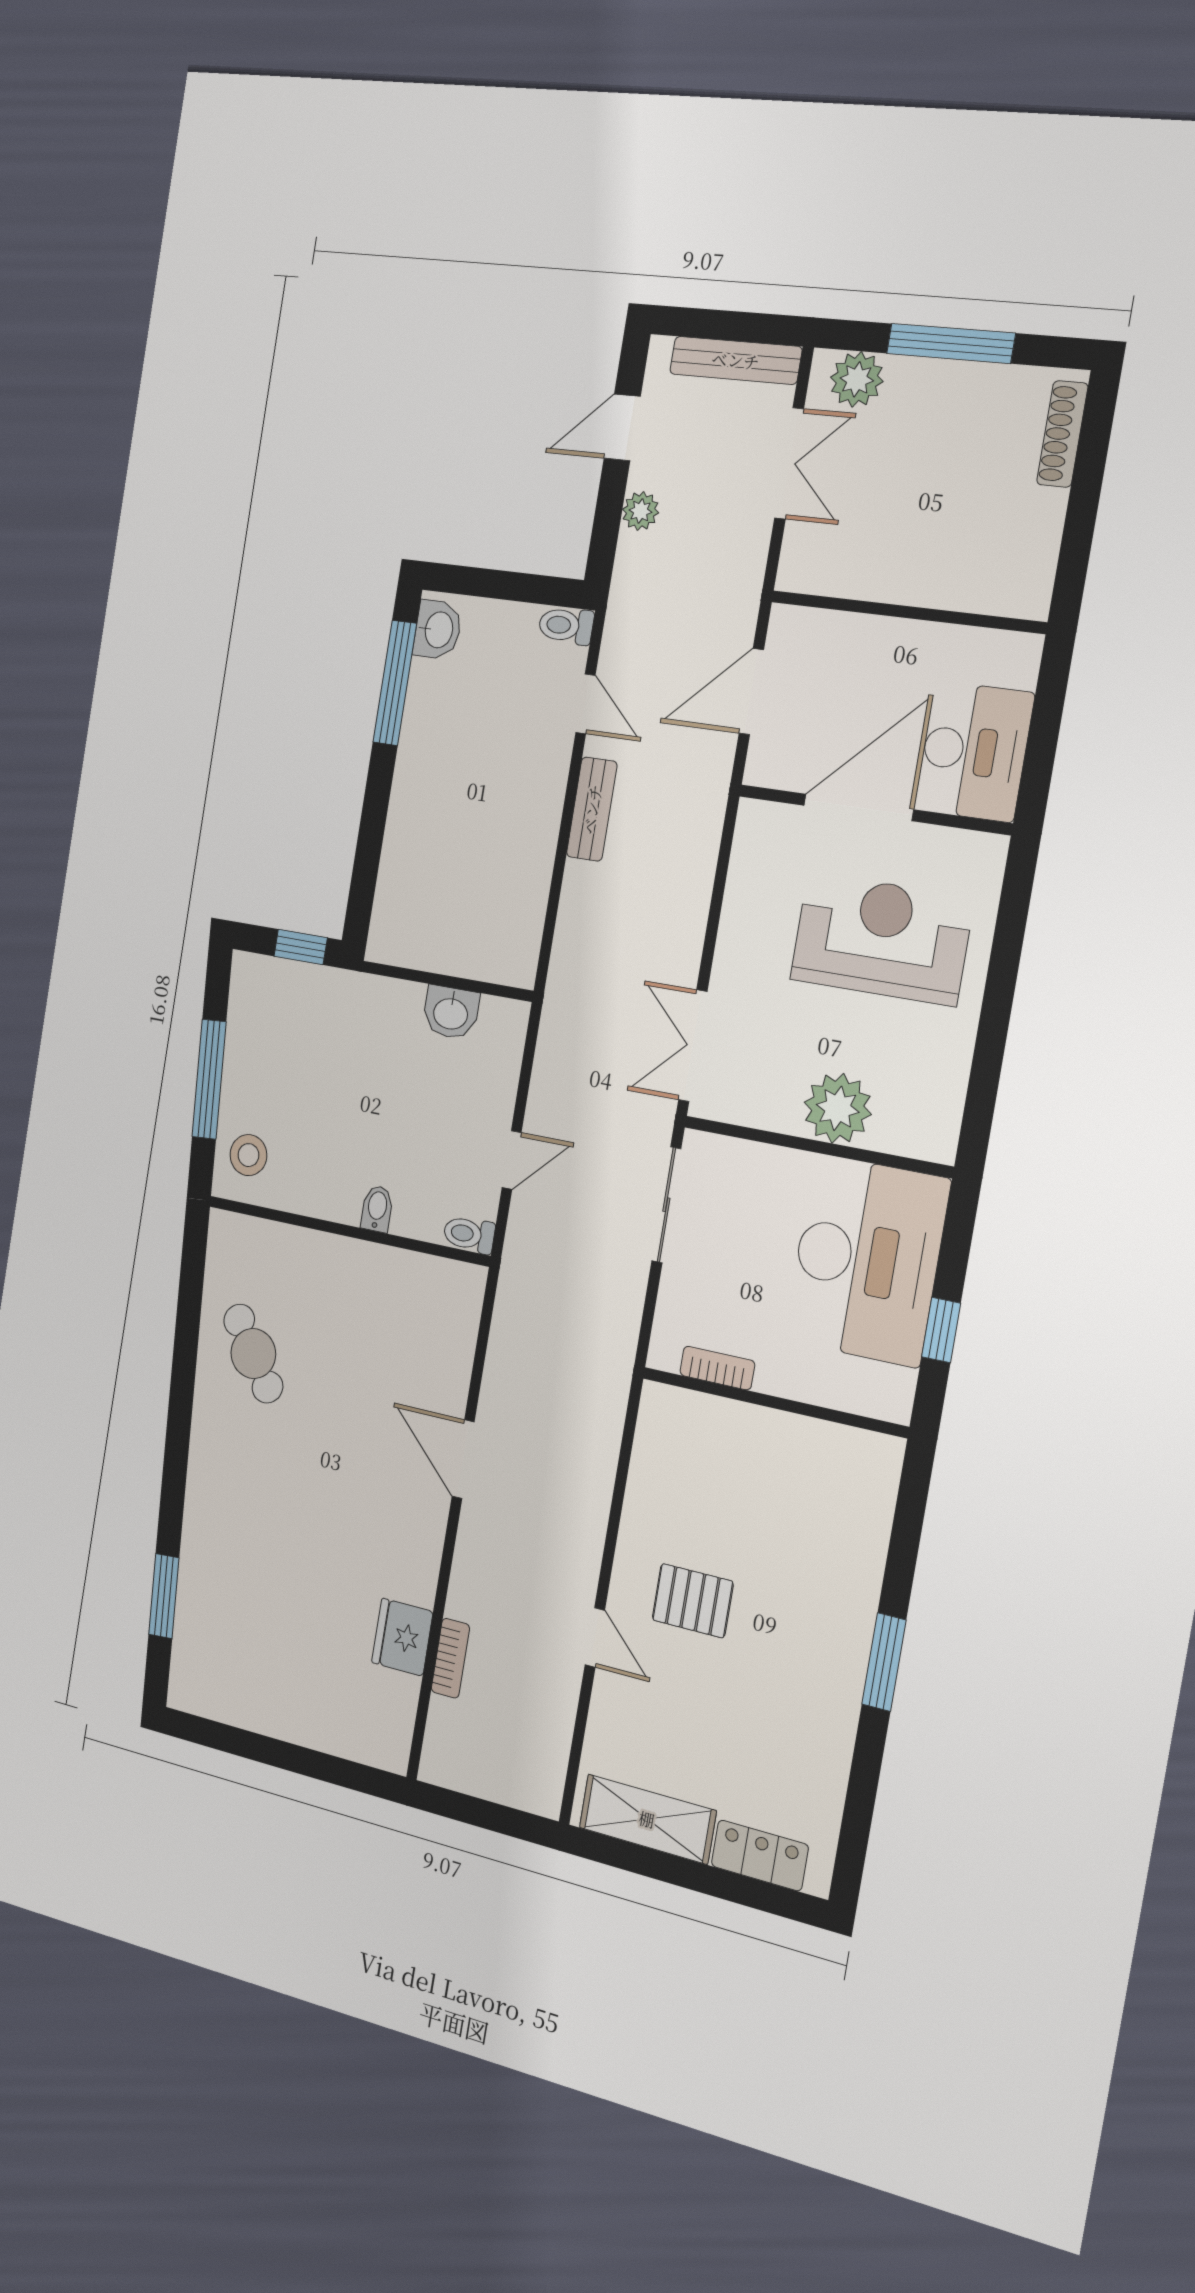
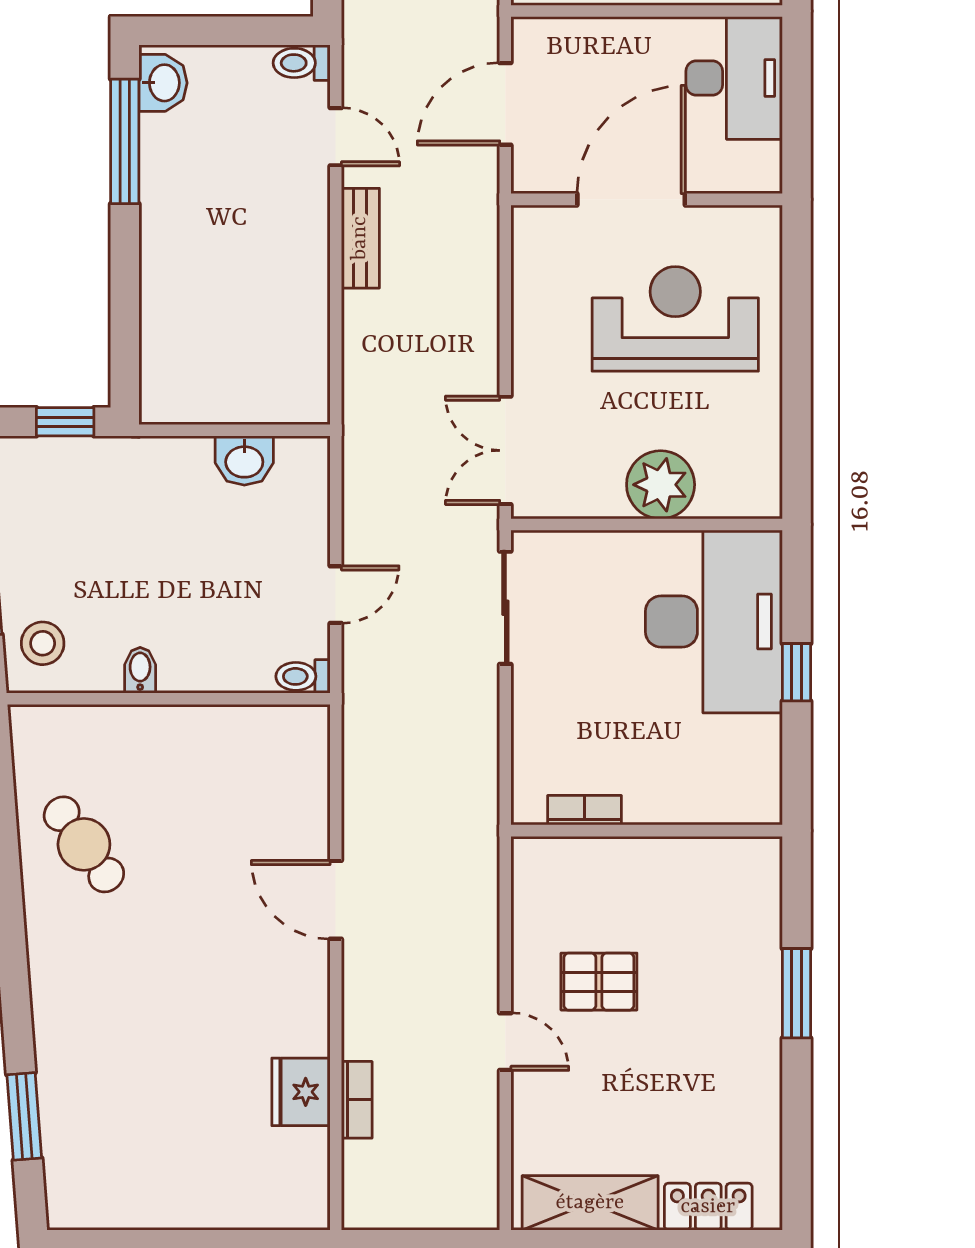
desk: (974, 751) -> (734, 78), moved
bidet: (377, 1209) -> (140, 670), moved
bookcase: (717, 1368) -> (584, 810), moved
wall: (774, 1402) -> (647, 831), moved

